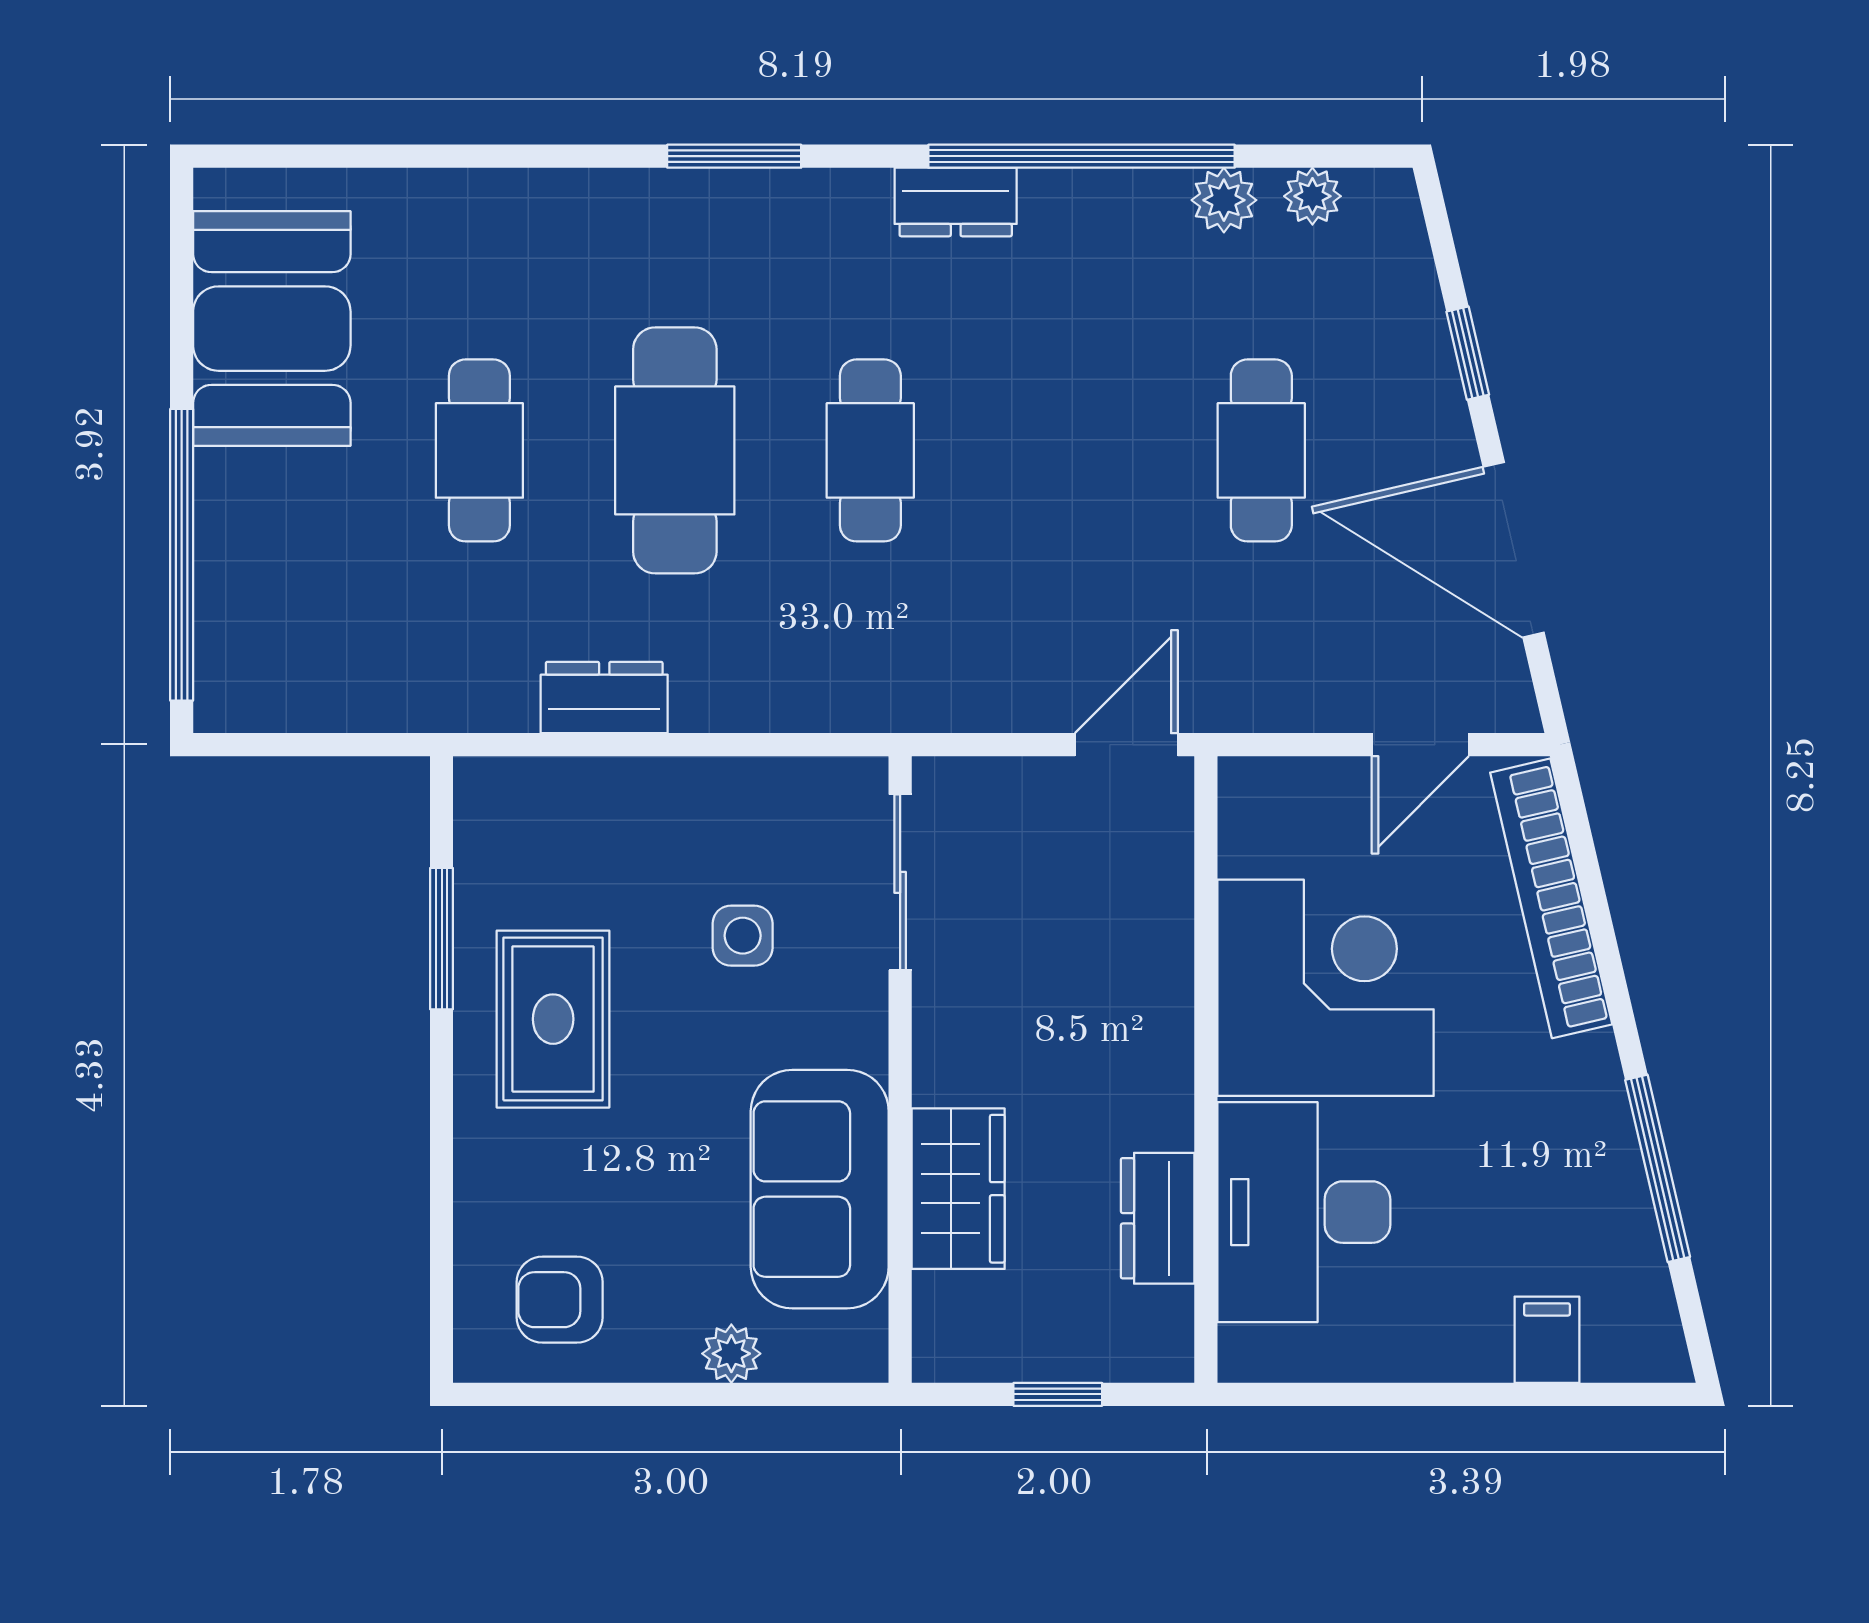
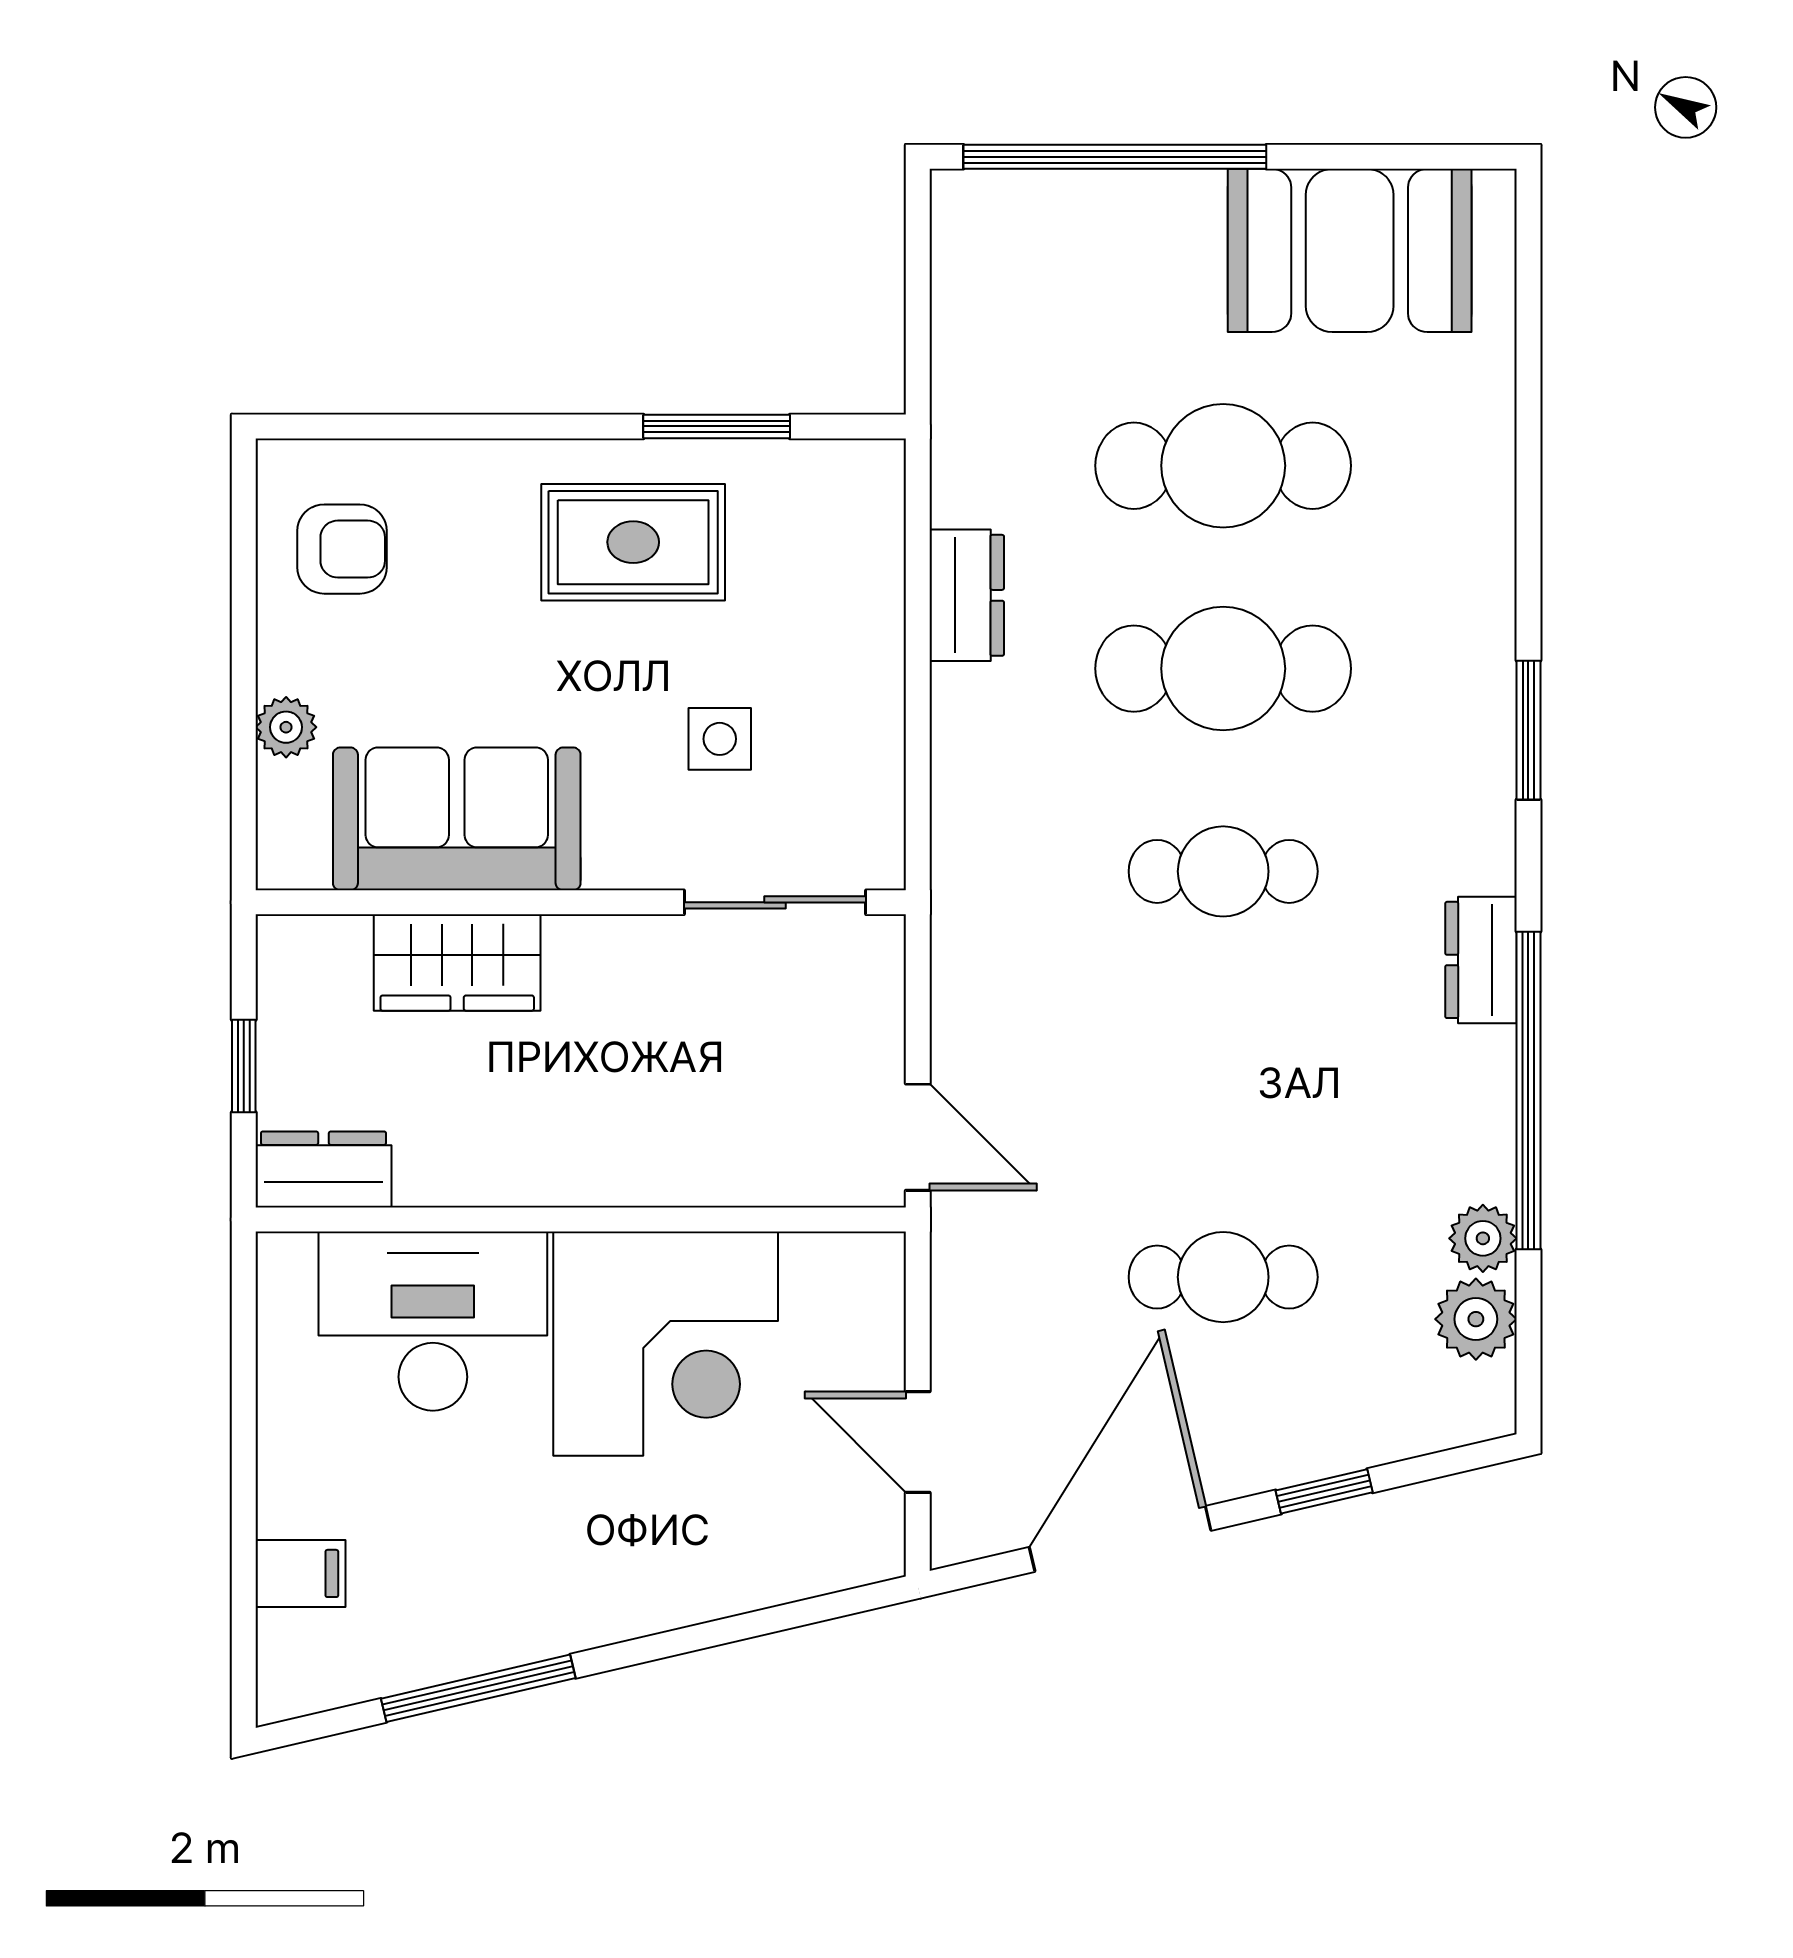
plant: (1312, 196) -> (1476, 1319), width x1.38, depth x1.38
cafe table: (479, 450) -> (1223, 466), width x1.37, depth x1.35
bookcase: (1551, 898) -> (758, 1578), removed
dresser: (1158, 1218) -> (323, 1169), moved
armchair: (560, 1300) -> (342, 549), turned 90

